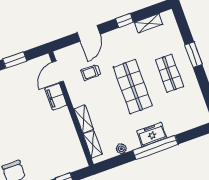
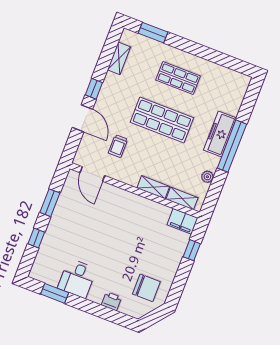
window: (125, 20) -> (94, 89), moved
window: (194, 55) -> (153, 33), moved
filing cabinet: (56, 97) -> (182, 221), moved
freezer: (152, 134) -> (220, 134), width x1.40

